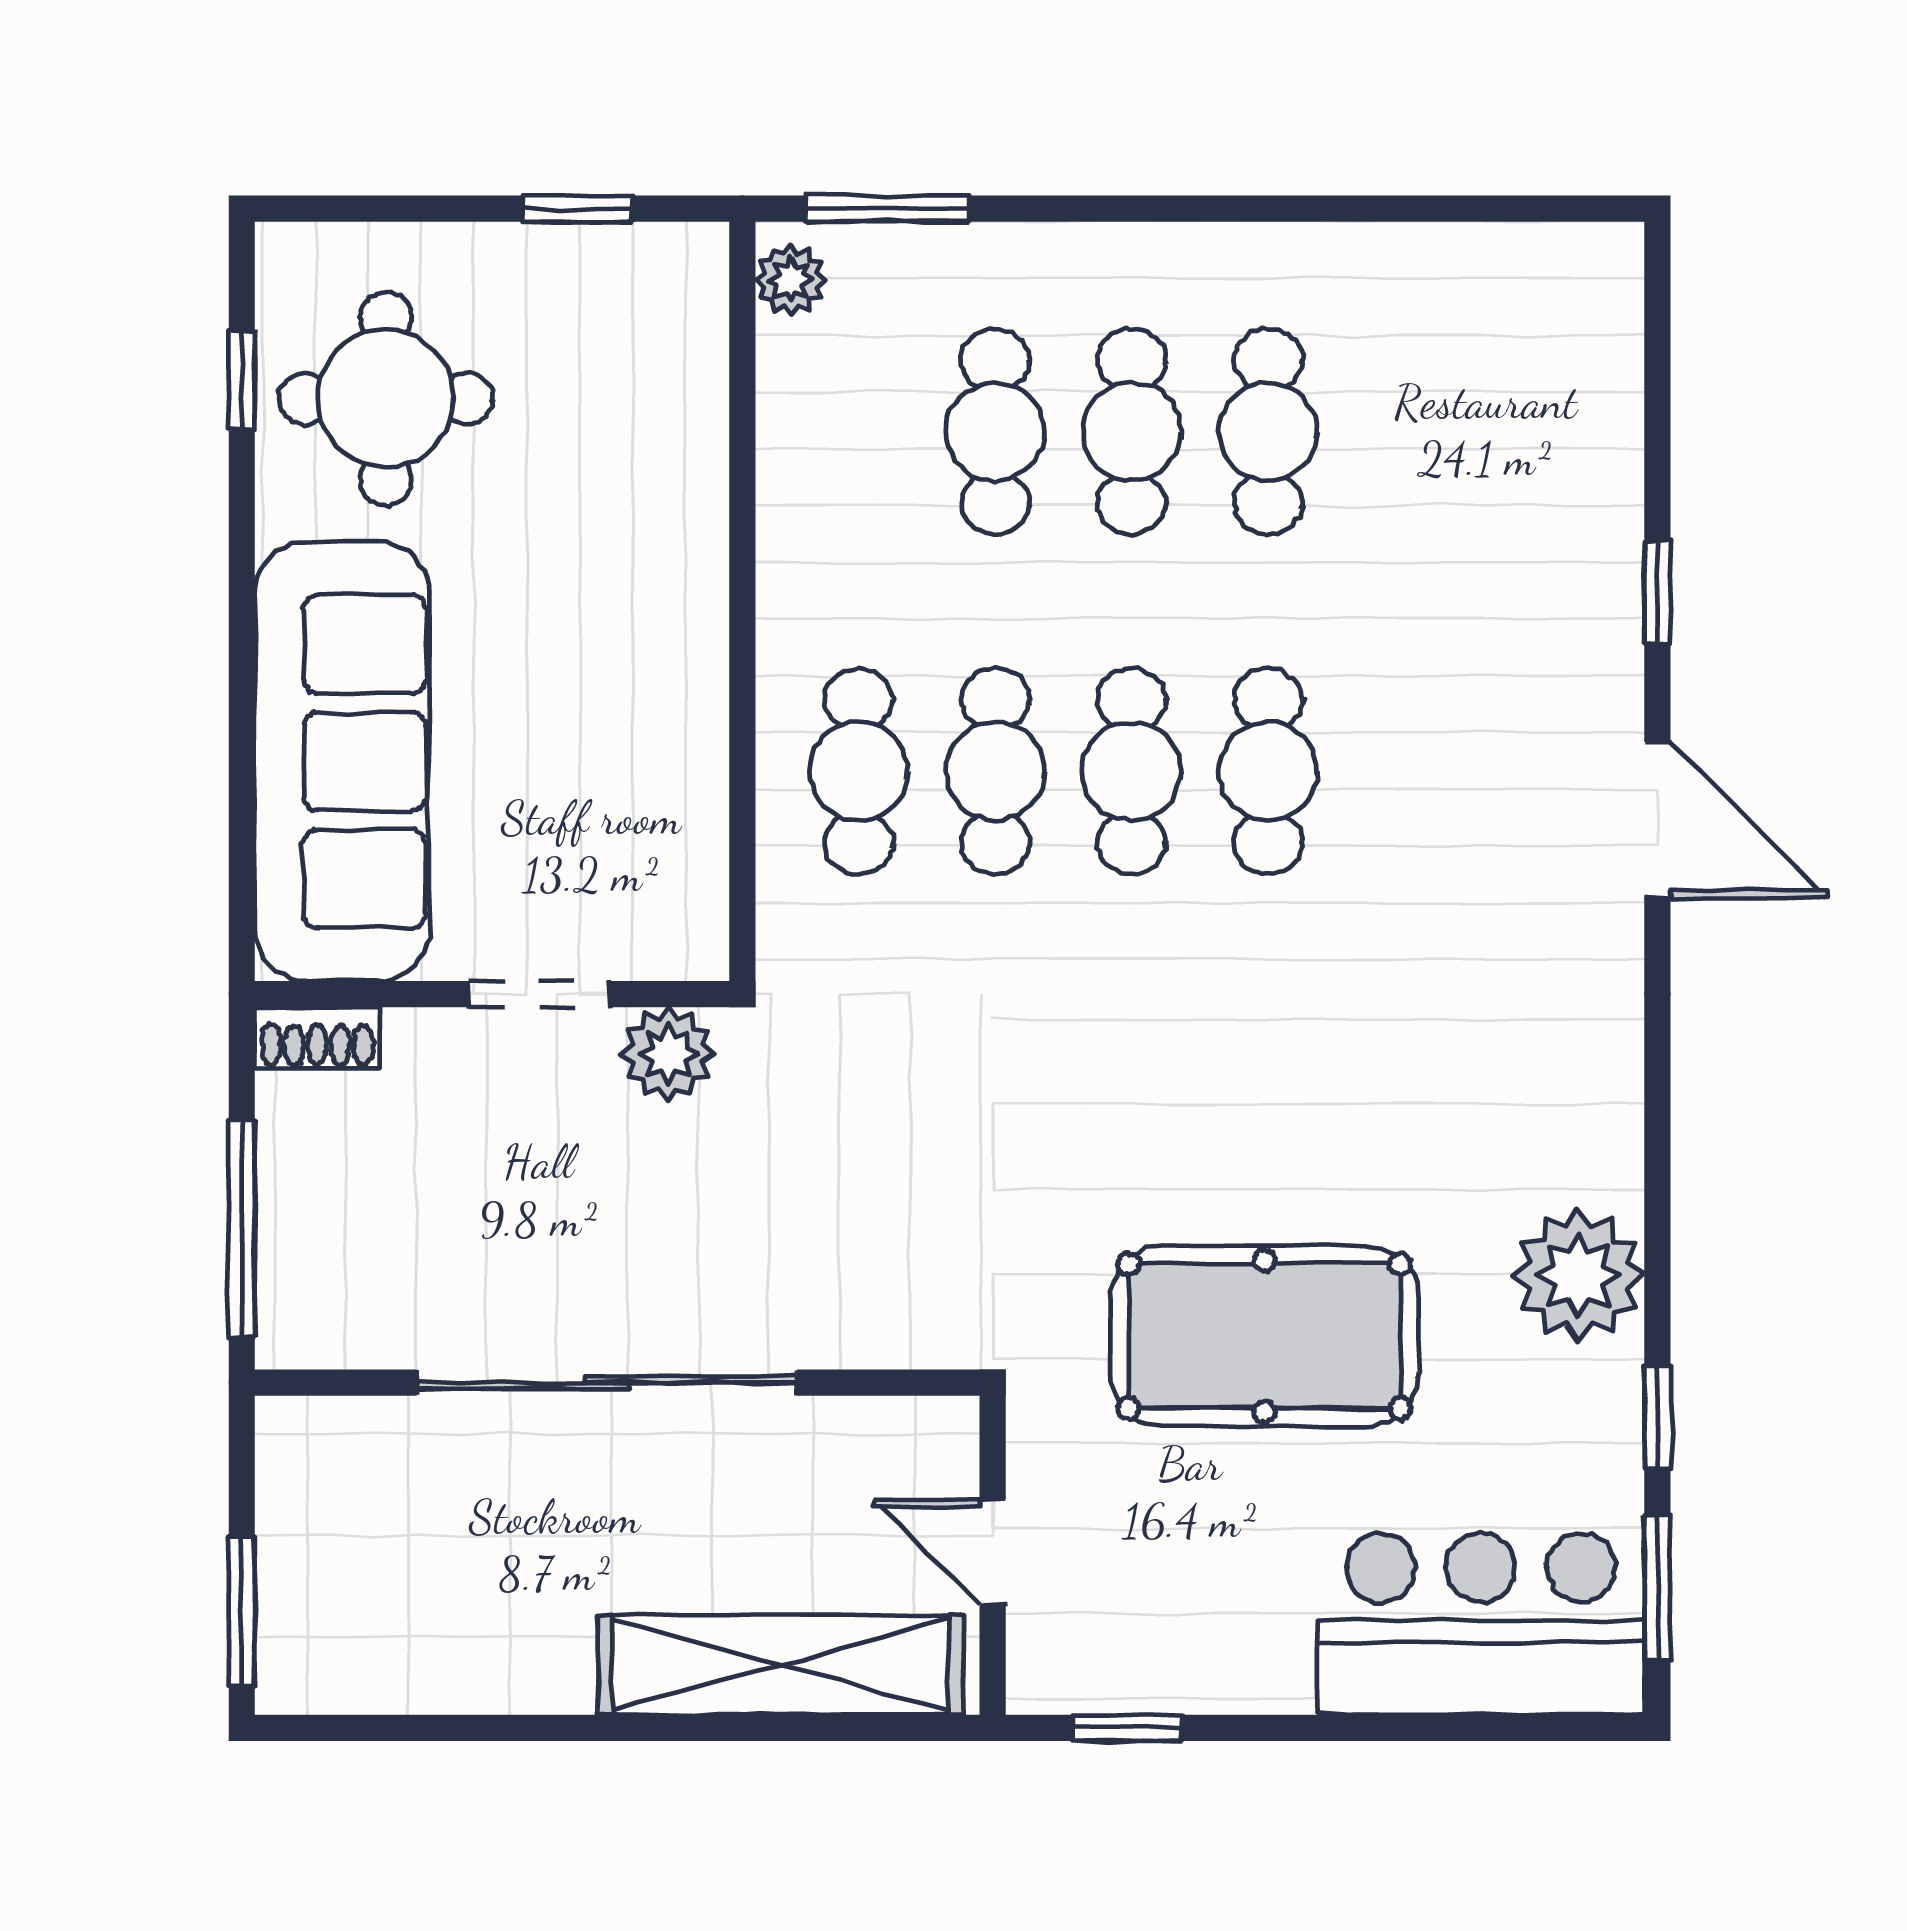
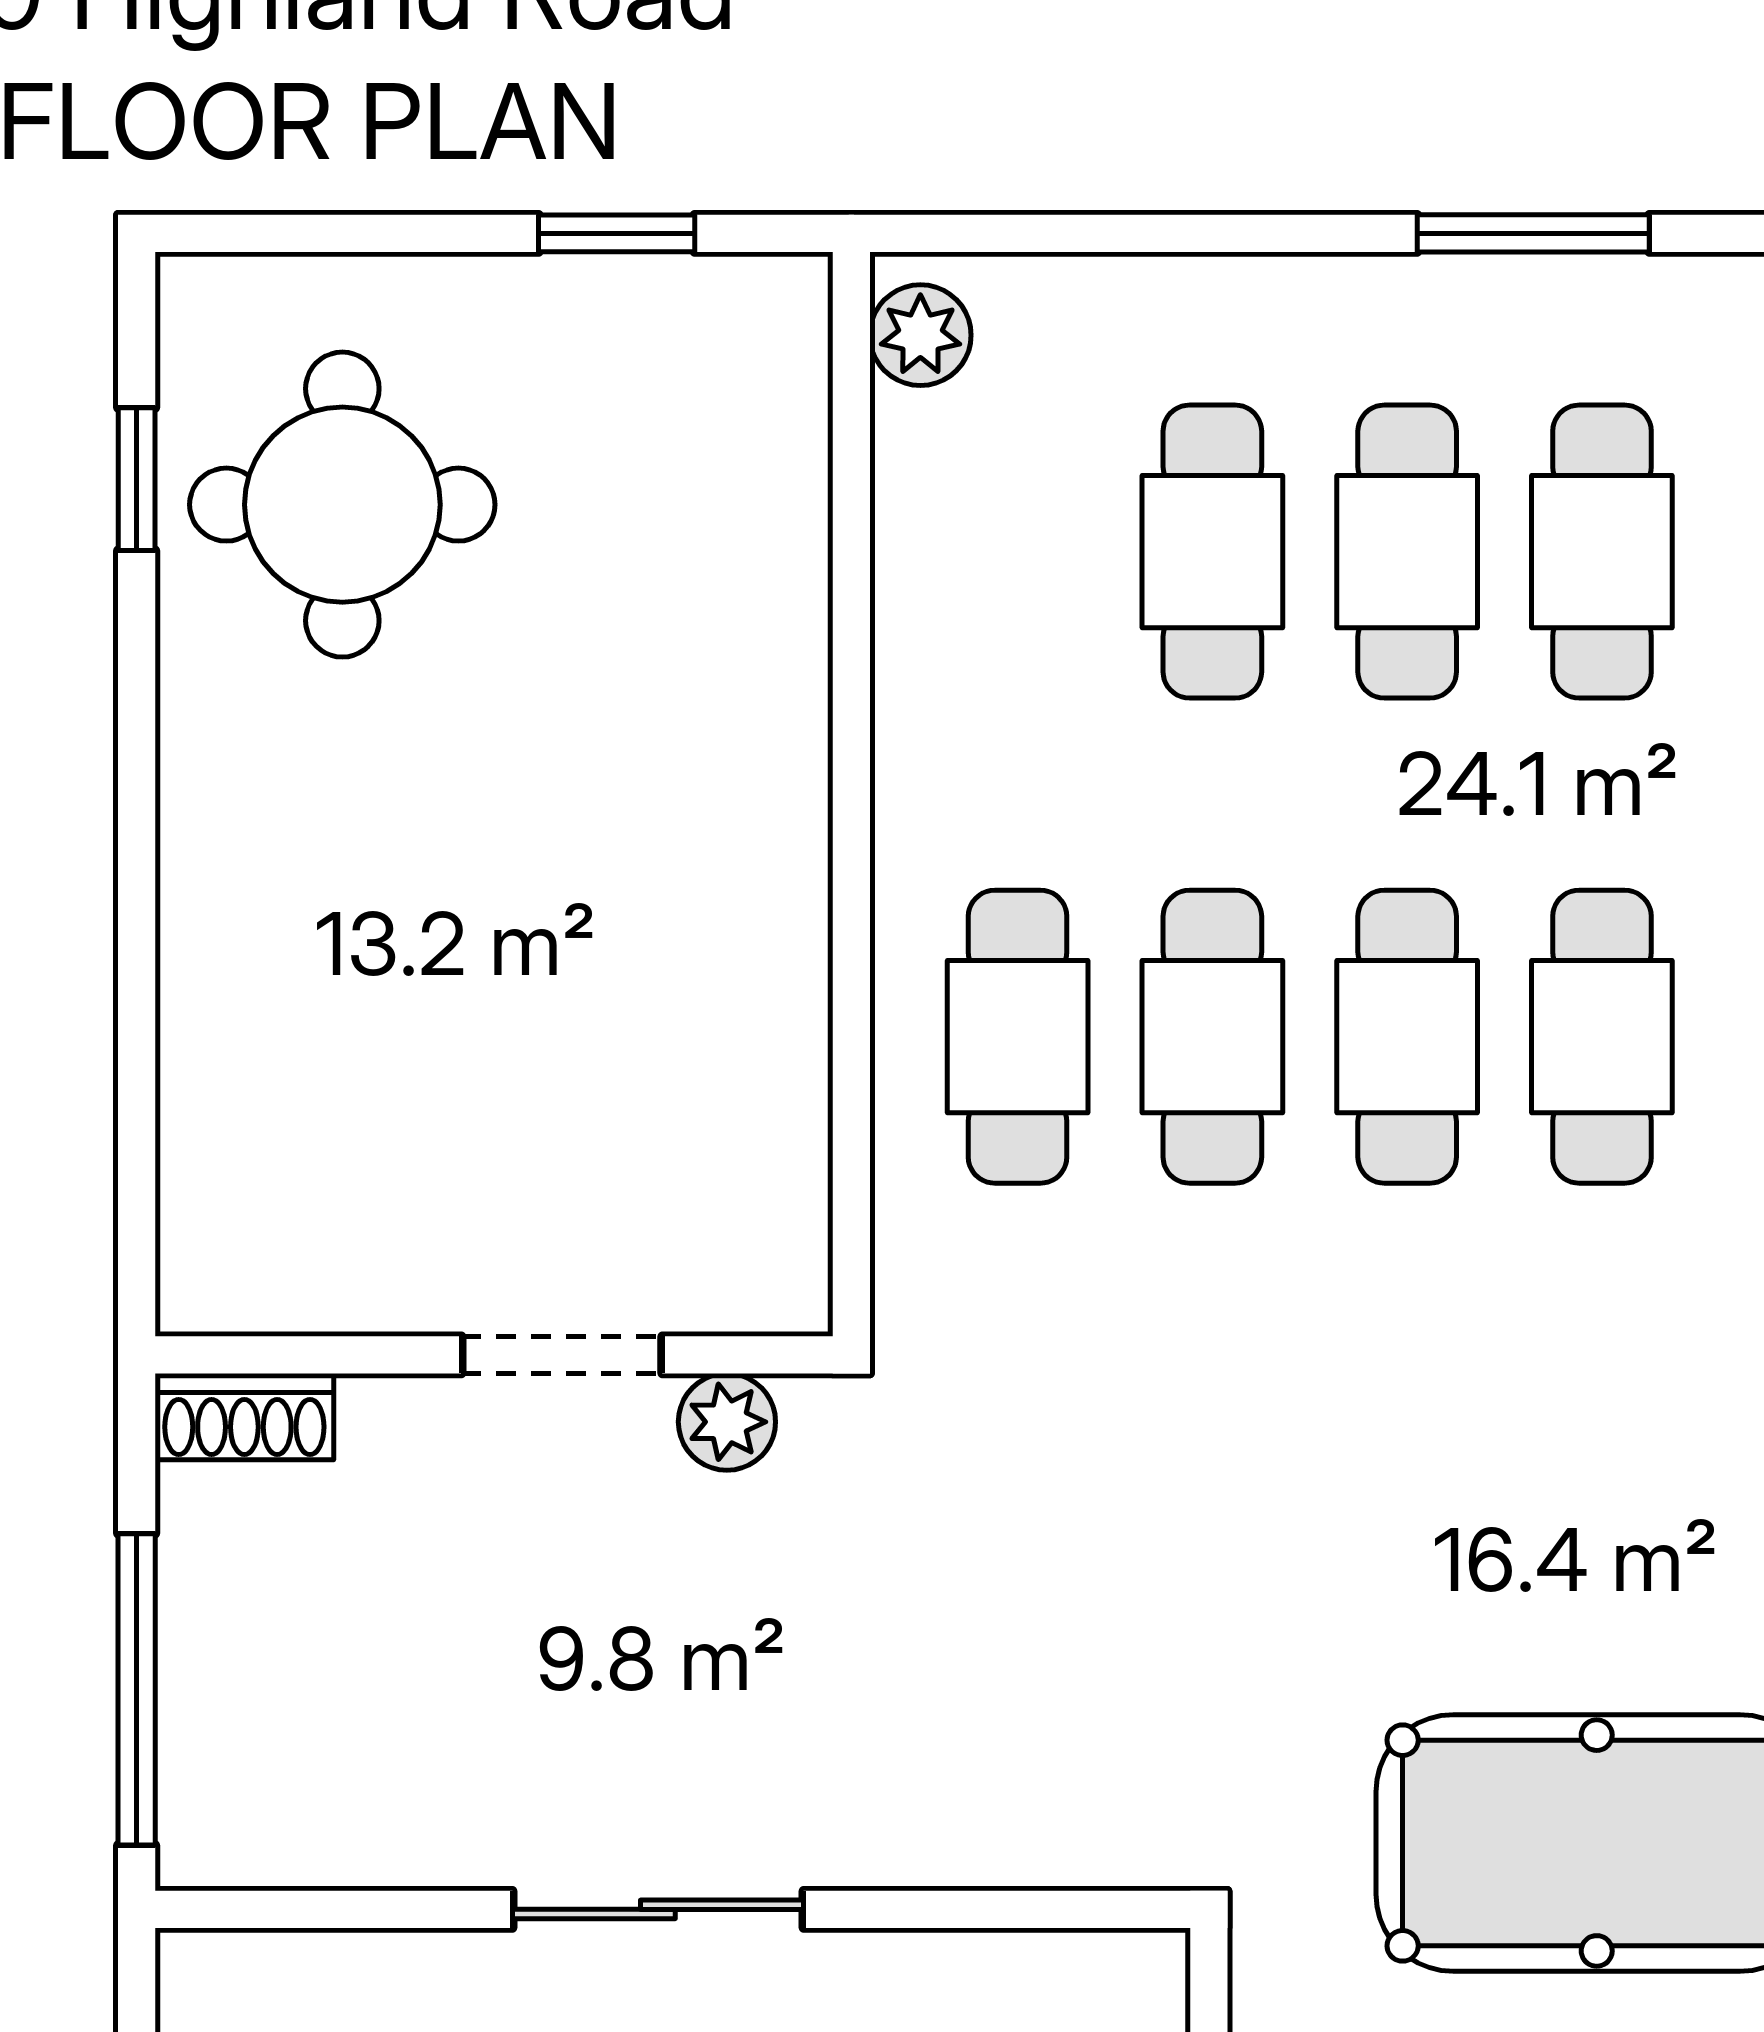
window: (887, 209) -> (1533, 233), moved
sofa: (342, 761) -> (280, 1023), removed
plant: (668, 1054) -> (727, 1422), width x0.73, depth x0.73
sliding door: (607, 1383) -> (658, 1909), width x0.54

